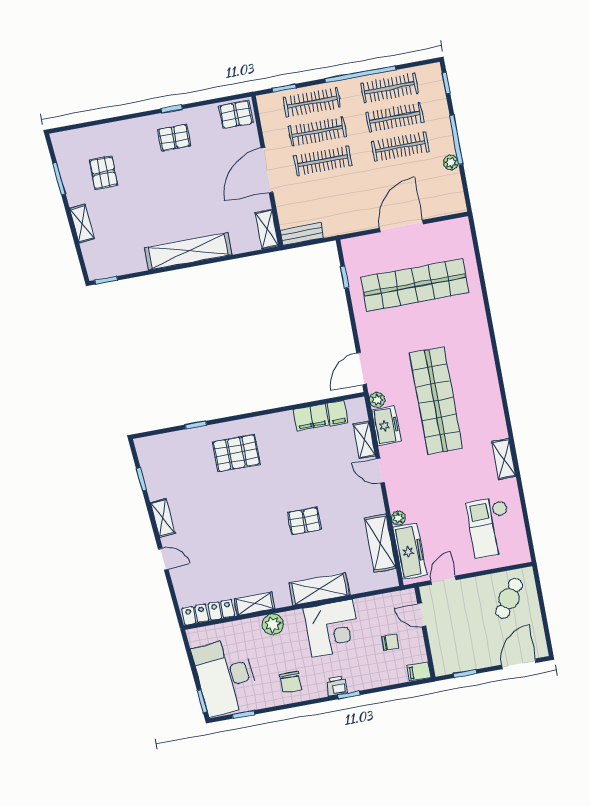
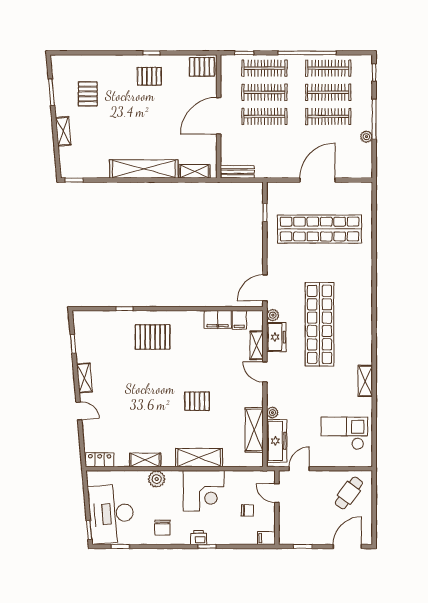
shelving: (267, 229) -> (194, 171), moved, turned 90
checkout: (490, 527) -> (344, 433), turned 90
locker: (208, 612) -> (100, 460), width x0.66

